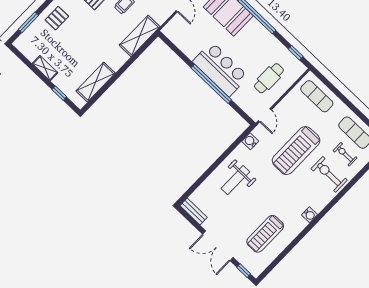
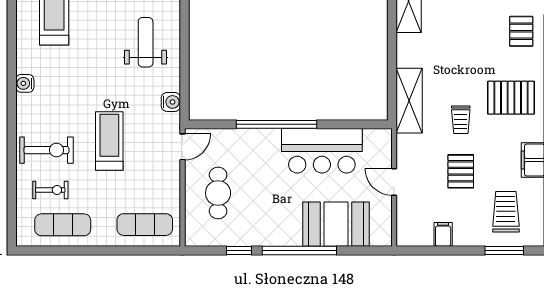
window: (296, 53) -> (239, 250), moved
bar counter: (220, 69) -> (322, 151), moved
door: (265, 115) -> (183, 147), swing flipped
treadmill: (296, 151) -> (109, 141), width x0.73, depth x0.73

